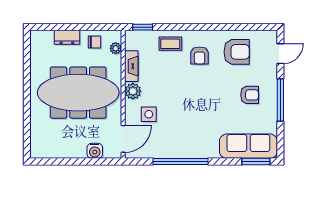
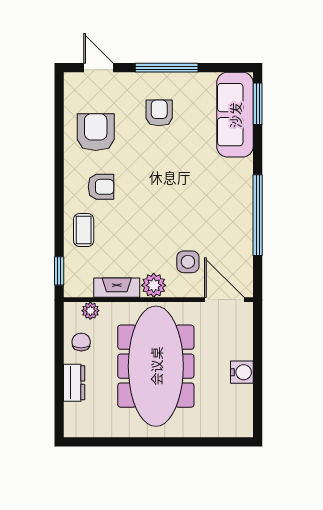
water cooler: (95, 151) -> (242, 372), moved

